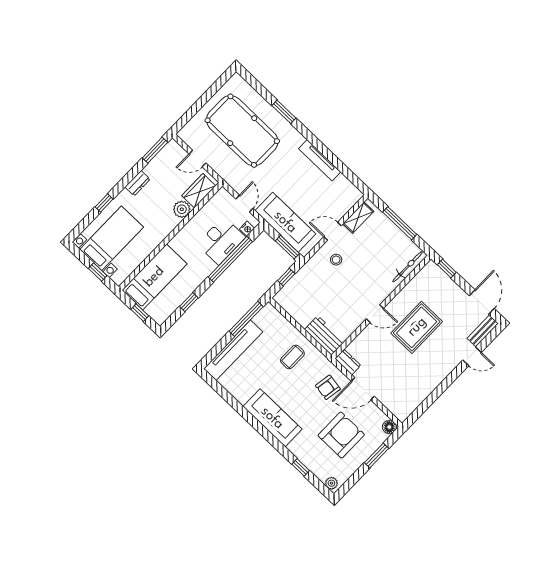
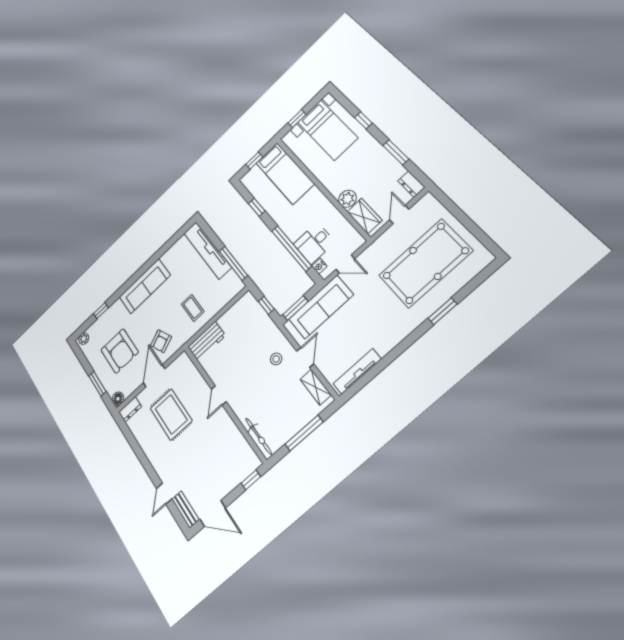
window: (155, 150) -> (396, 152), moved
tv unit: (320, 160) -> (357, 371), moved
dresser: (137, 183) -> (411, 184), moved
desk: (221, 241) -> (314, 243), width x0.73
rug: (417, 327) -> (171, 414), moved
dresser: (348, 362) -> (130, 409), moved
armchair: (328, 387) -> (161, 341), turned -123

